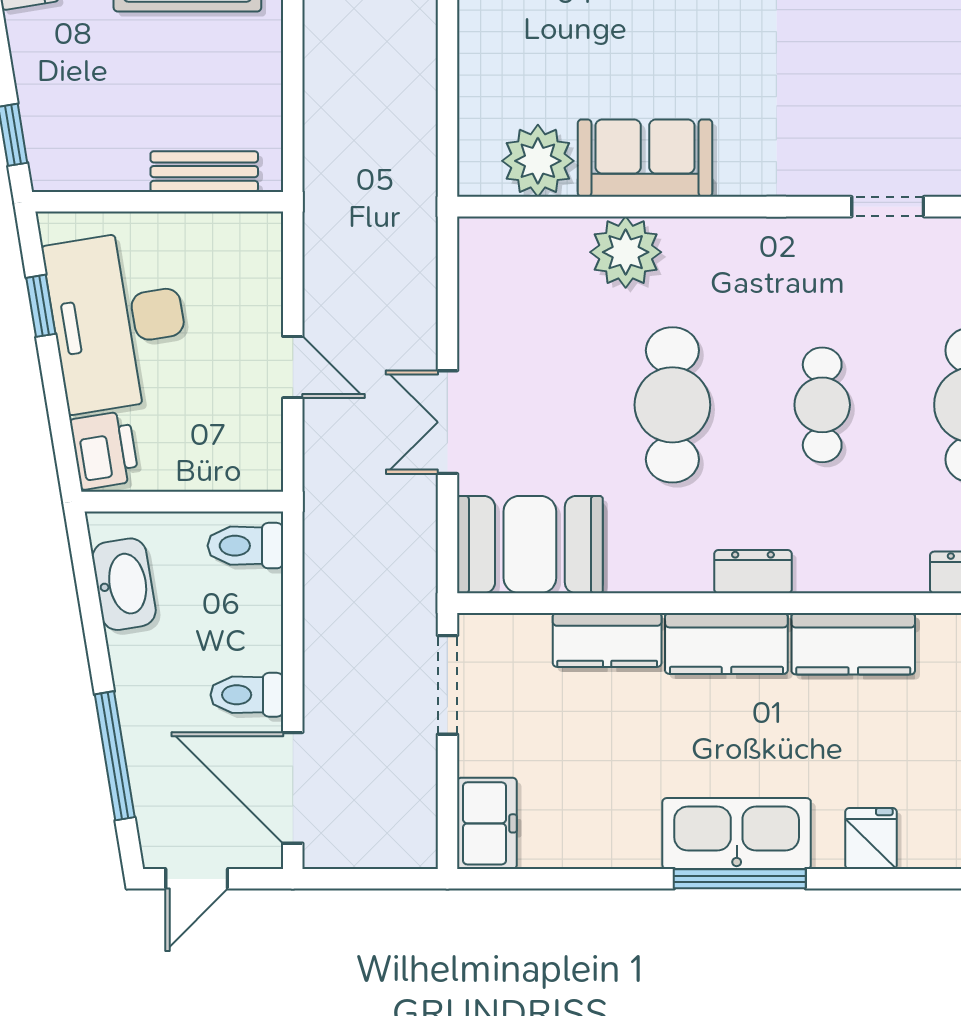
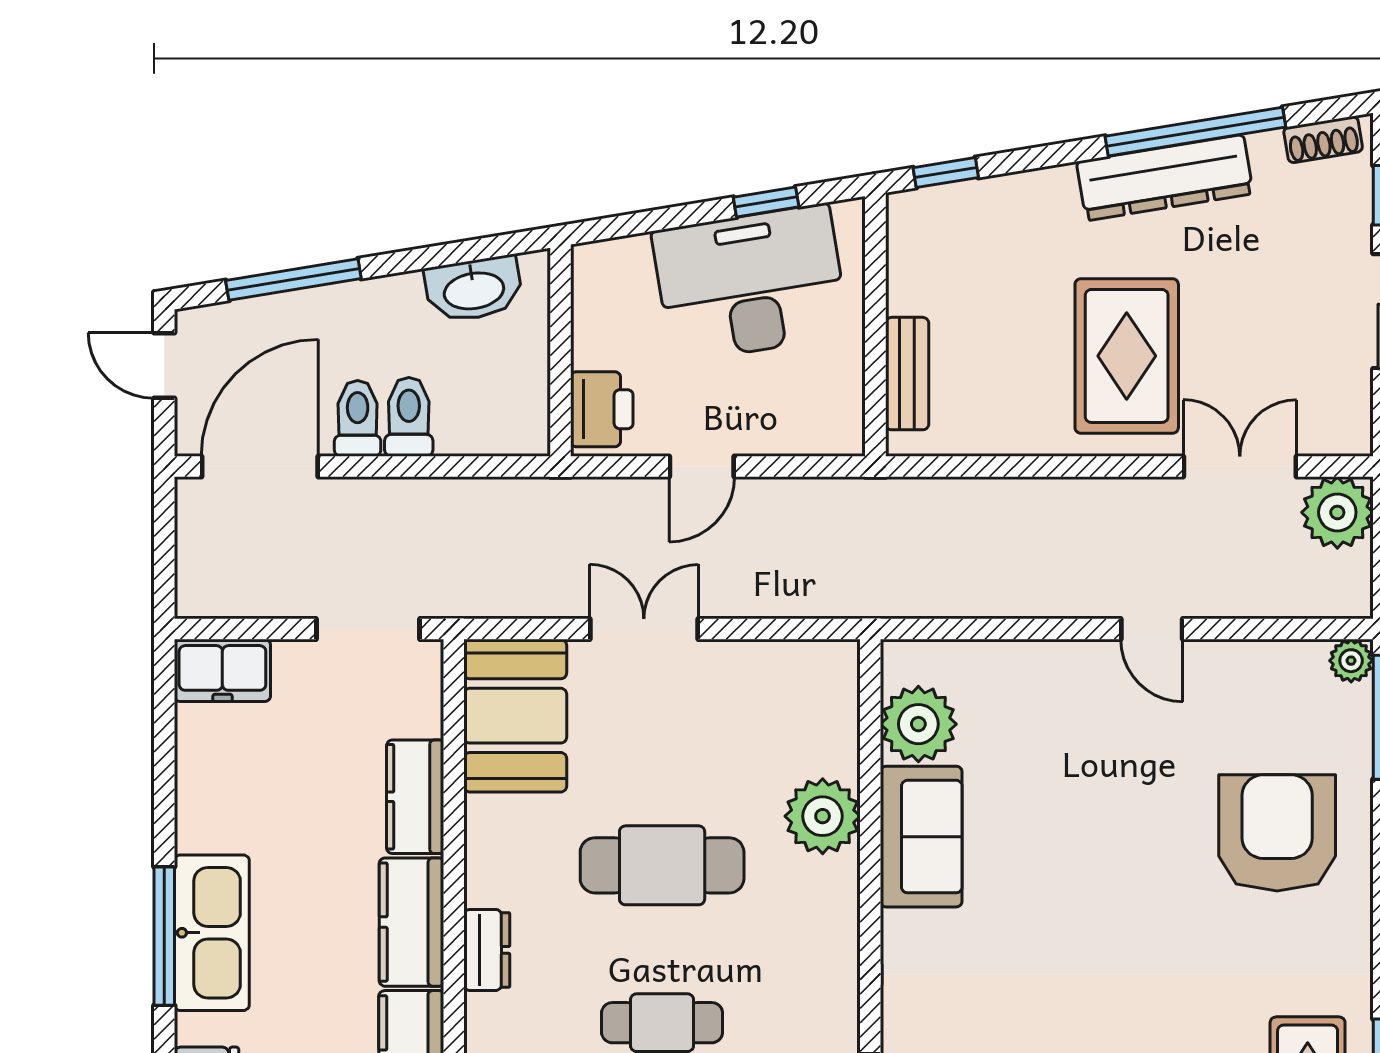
printer: (104, 450) -> (602, 409), moved, turned -81
toilet: (245, 546) -> (409, 417), moved

